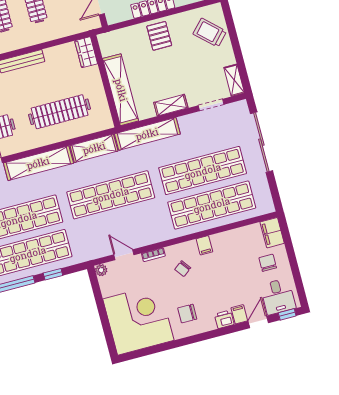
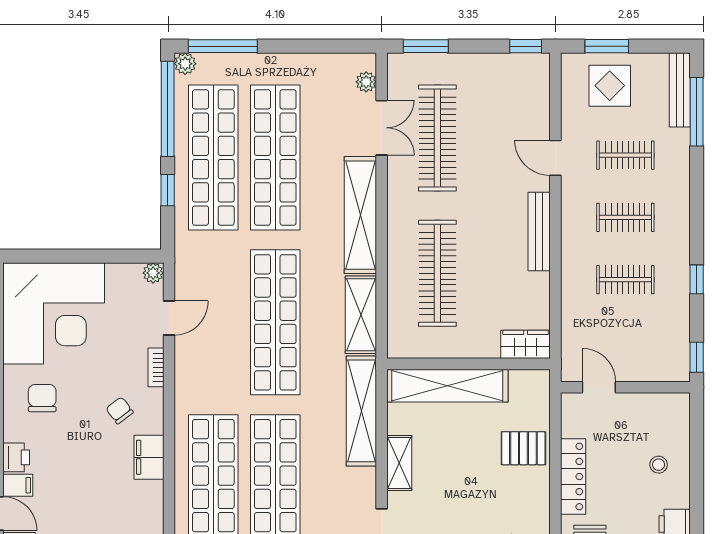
pallet: (159, 36) -> (523, 448), moved
filing cabinet: (204, 245) -> (149, 457), width x2.00

